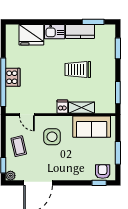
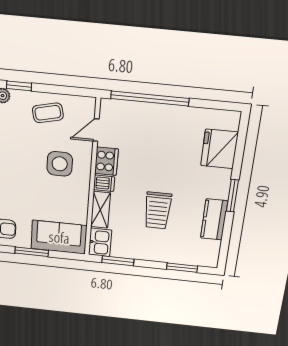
window: (93, 22) -> (232, 196), moved
kitchen sink: (55, 32) -> (100, 242), moved, turned 180
trolley: (78, 69) -> (158, 210), turned 180
cooker: (13, 77) -> (106, 161), moved, turned -90
sofa: (92, 127) -> (59, 237), moved, turned 90

